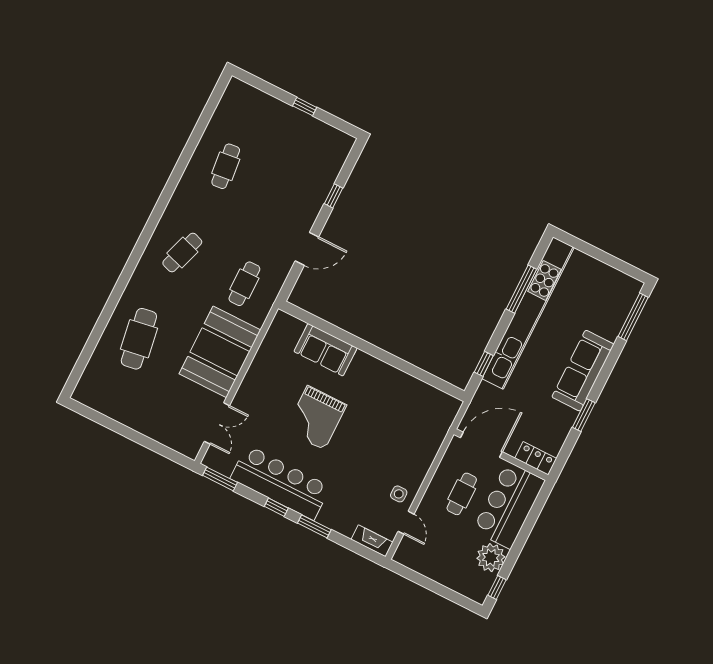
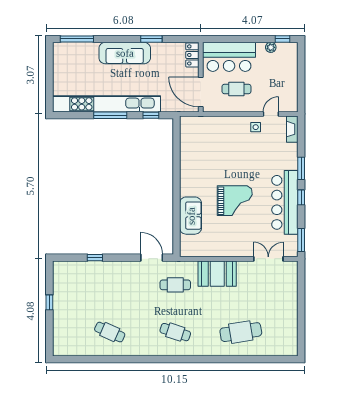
cafe table: (226, 166) -> (110, 332), turned 30
door: (307, 249) -> (152, 258), moved
window: (521, 289) -> (110, 115), moved
booth: (220, 352) -> (217, 274), width x0.73, depth x0.70
plant: (491, 558) -> (271, 47), width x0.53, depth x0.53

